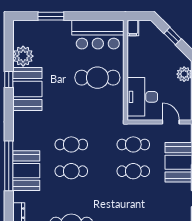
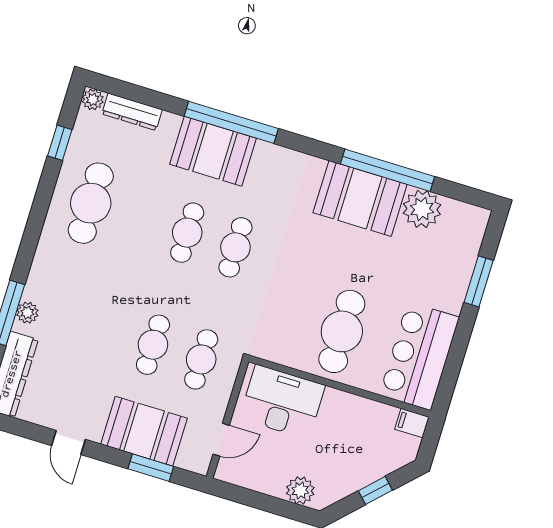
window: (9, 79) -> (388, 170), width x3.17

